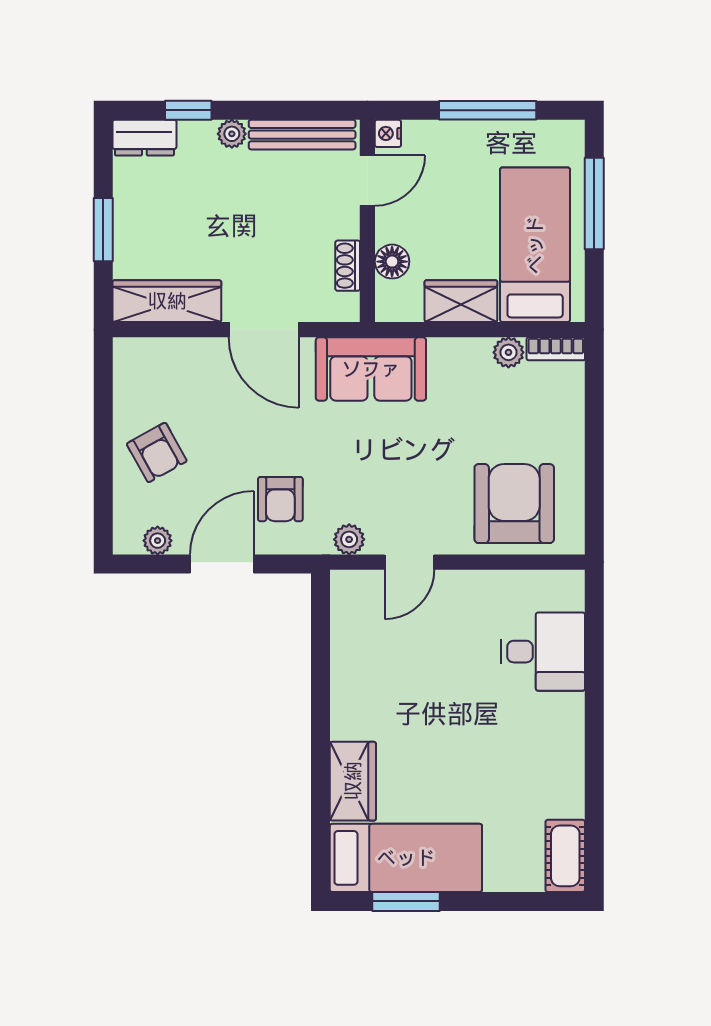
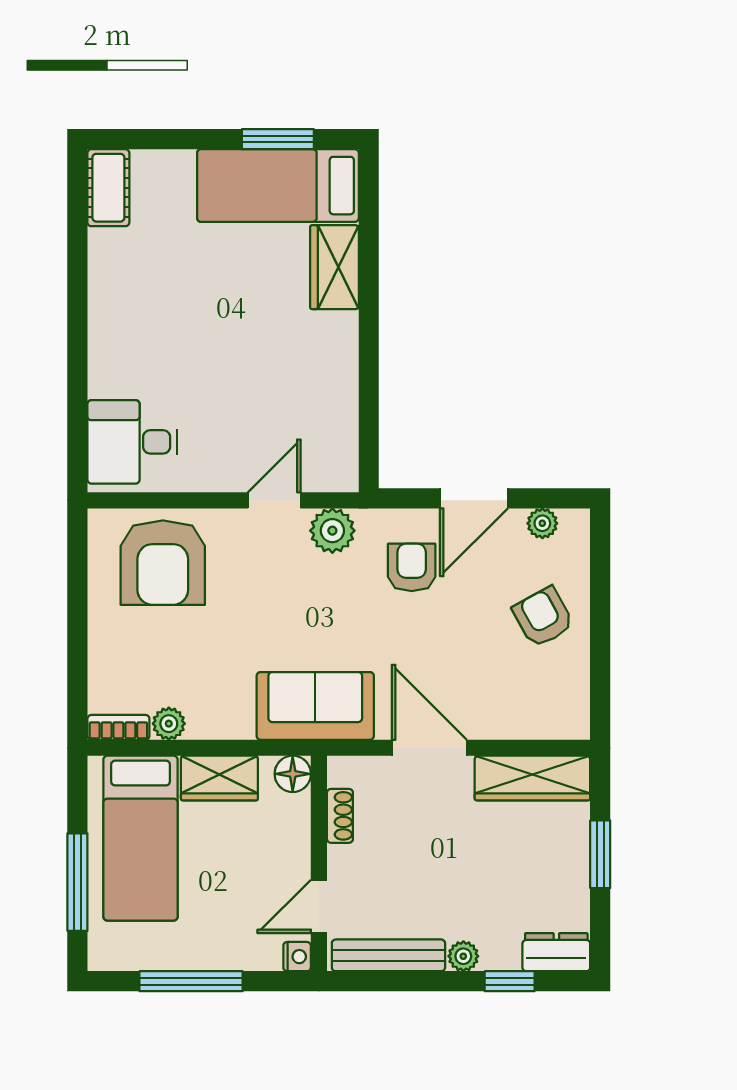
floor lamp: (392, 262) -> (293, 774), moved
plant: (349, 539) -> (332, 531), width x1.38, depth x1.38
desk: (543, 652) -> (132, 442), moved

